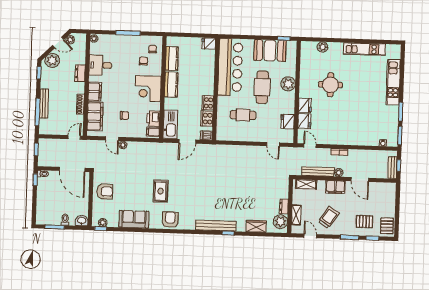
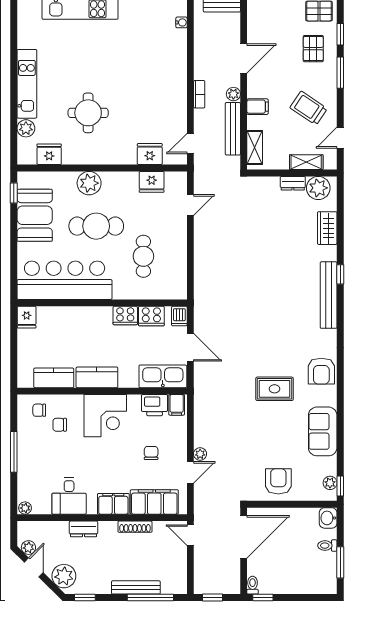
kitchen unit: (364, 49) -> (27, 84), moved
fridge: (305, 105) -> (49, 154), moved
filing cabinet: (335, 187) -> (257, 107), width x0.50
armchair: (170, 220) -> (321, 371), turned -90

